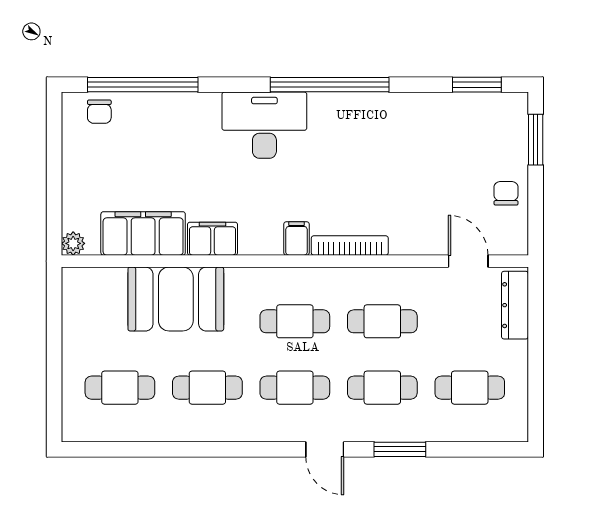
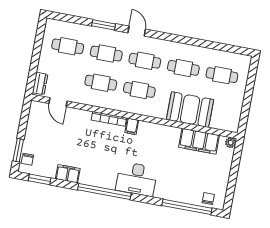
chair: (506, 193) -> (27, 159), moved
filing cabinet: (213, 239) -> (68, 174), moved, turned 180
dresser: (515, 305) -> (40, 84), width x0.70

